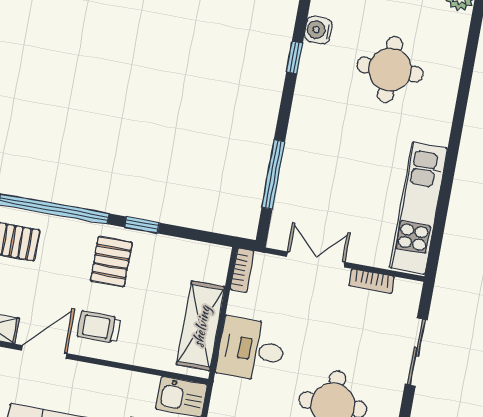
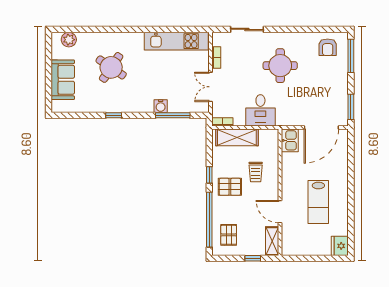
water cooler: (318, 30) -> (161, 106), moved
round table: (390, 70) -> (111, 67), turned 34
shelving: (201, 326) -> (237, 137), moved
trolley: (99, 327) -> (256, 172), moved

